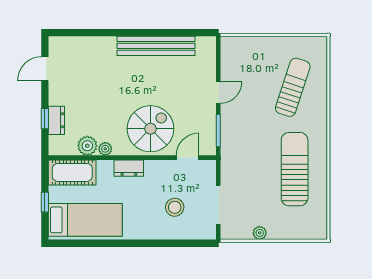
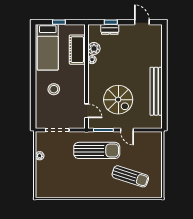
spiral stairs: (150, 129) -> (118, 100), moved
dresser: (129, 168) -> (80, 74), removed
sun lounger: (295, 169) -> (97, 150), moved
cot: (72, 172) -> (77, 50), moved
stool: (175, 207) -> (54, 89), moved

